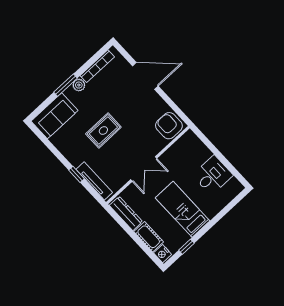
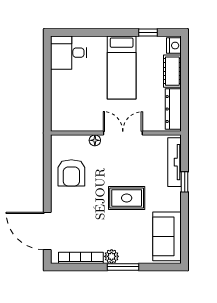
door: (145, 76) -> (47, 231), moved
sofa: (55, 116) -> (167, 236), moved, turned -90
armchair: (169, 126) -> (71, 173), moved
floor lamp: (157, 148) -> (95, 140), added
desk: (213, 175) -> (69, 53), moved

